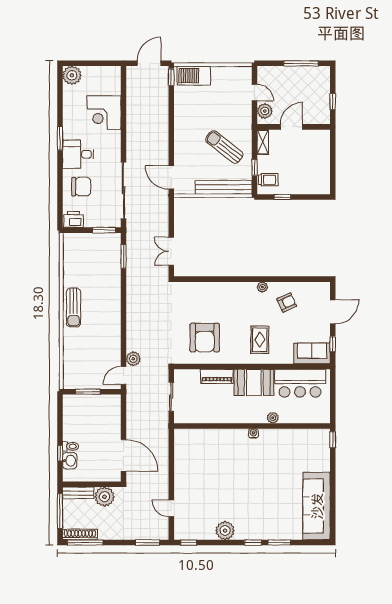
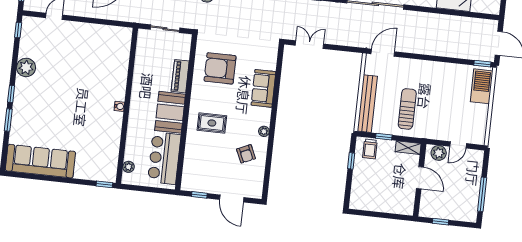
sun lounger: (224, 147) -> (407, 109), turned -38
sofa: (312, 353) -> (263, 88), moved, turned 180
plant: (273, 418) -> (129, 167), moved

